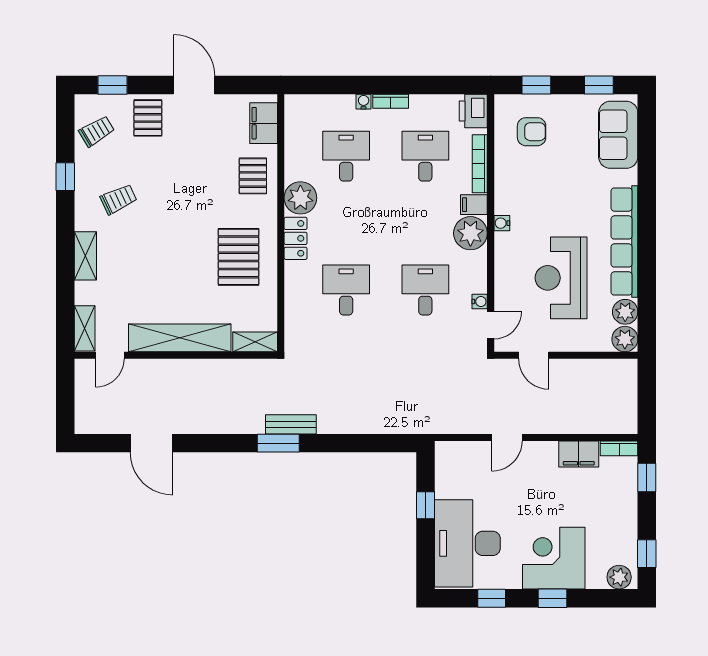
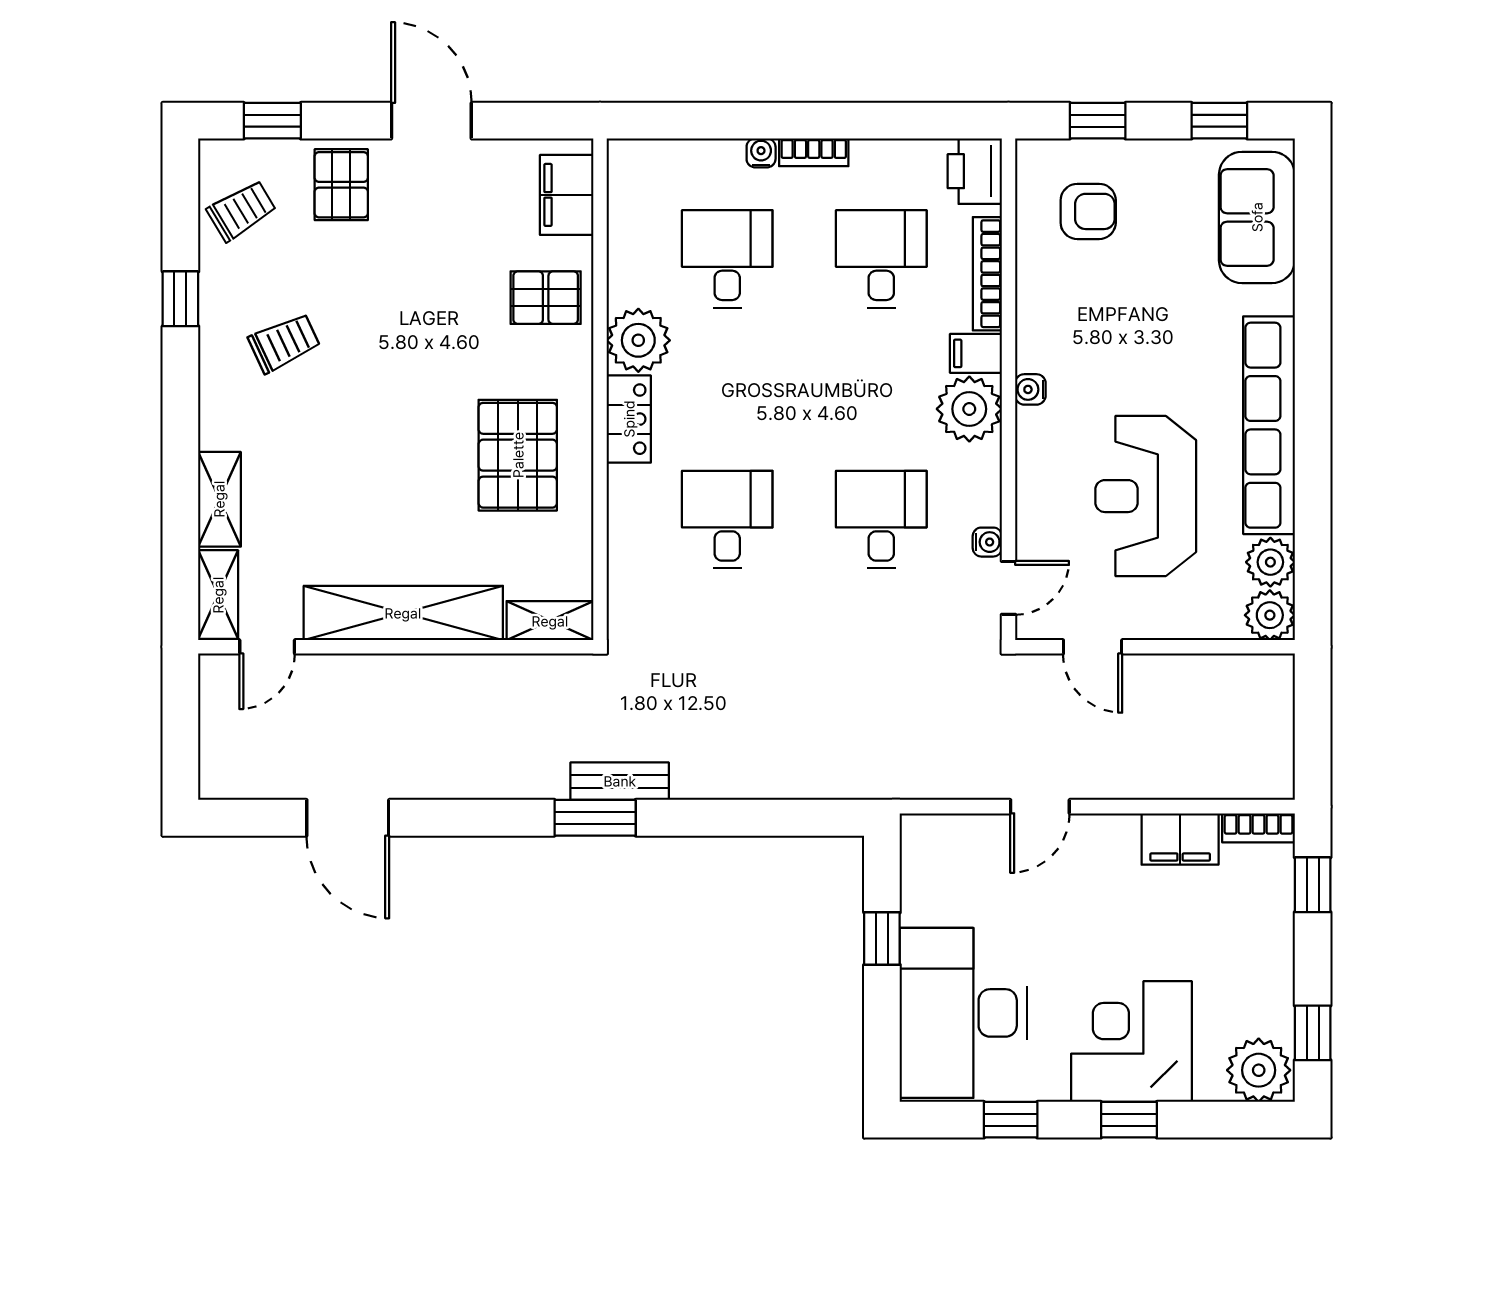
pallet: (253, 176) -> (546, 298), turned 90
shelving: (85, 256) -> (219, 499), moved
plant: (619, 577) -> (1259, 1070), width x1.36, depth x1.36

